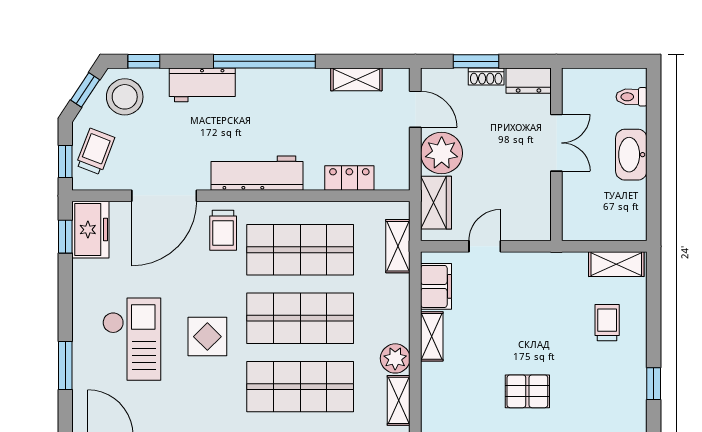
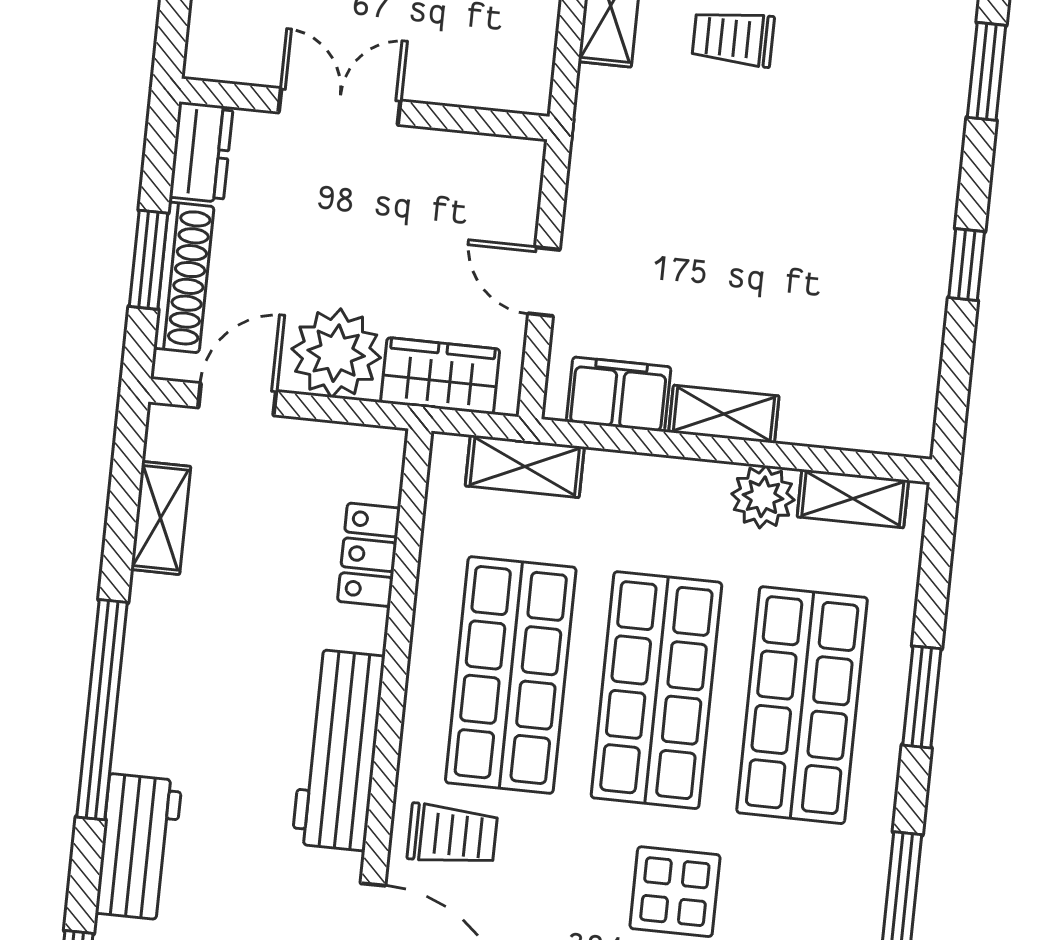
shoe rack: (486, 77) -> (184, 277), width x1.94, depth x1.24
pallet: (527, 391) -> (862, 223), removed

